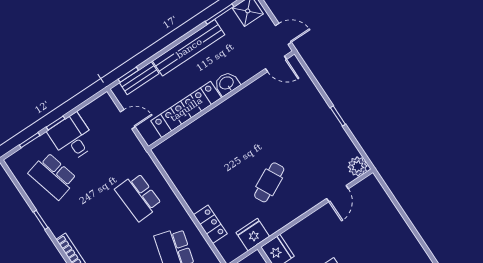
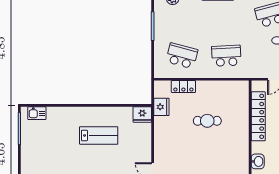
washbasin: (227, 83) -> (258, 161), moved
cafe table: (269, 182) -> (207, 121), moved, turned -63

